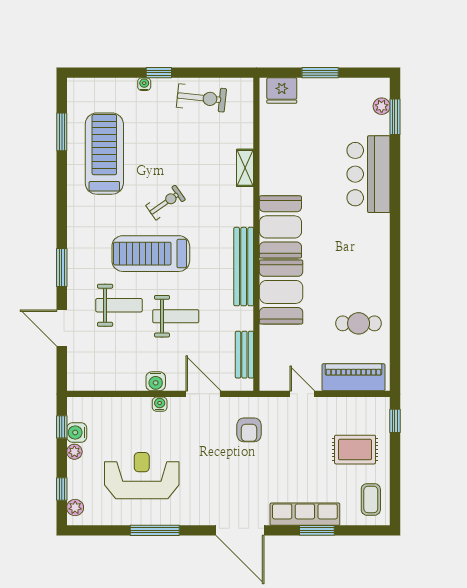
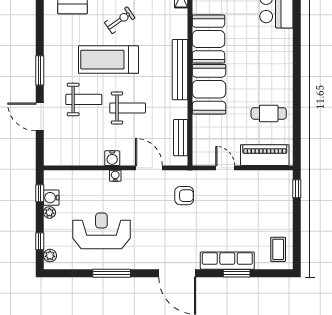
armchair: (249, 430) -> (184, 196), turned -90
rug: (355, 450) -> (266, 211), removed

